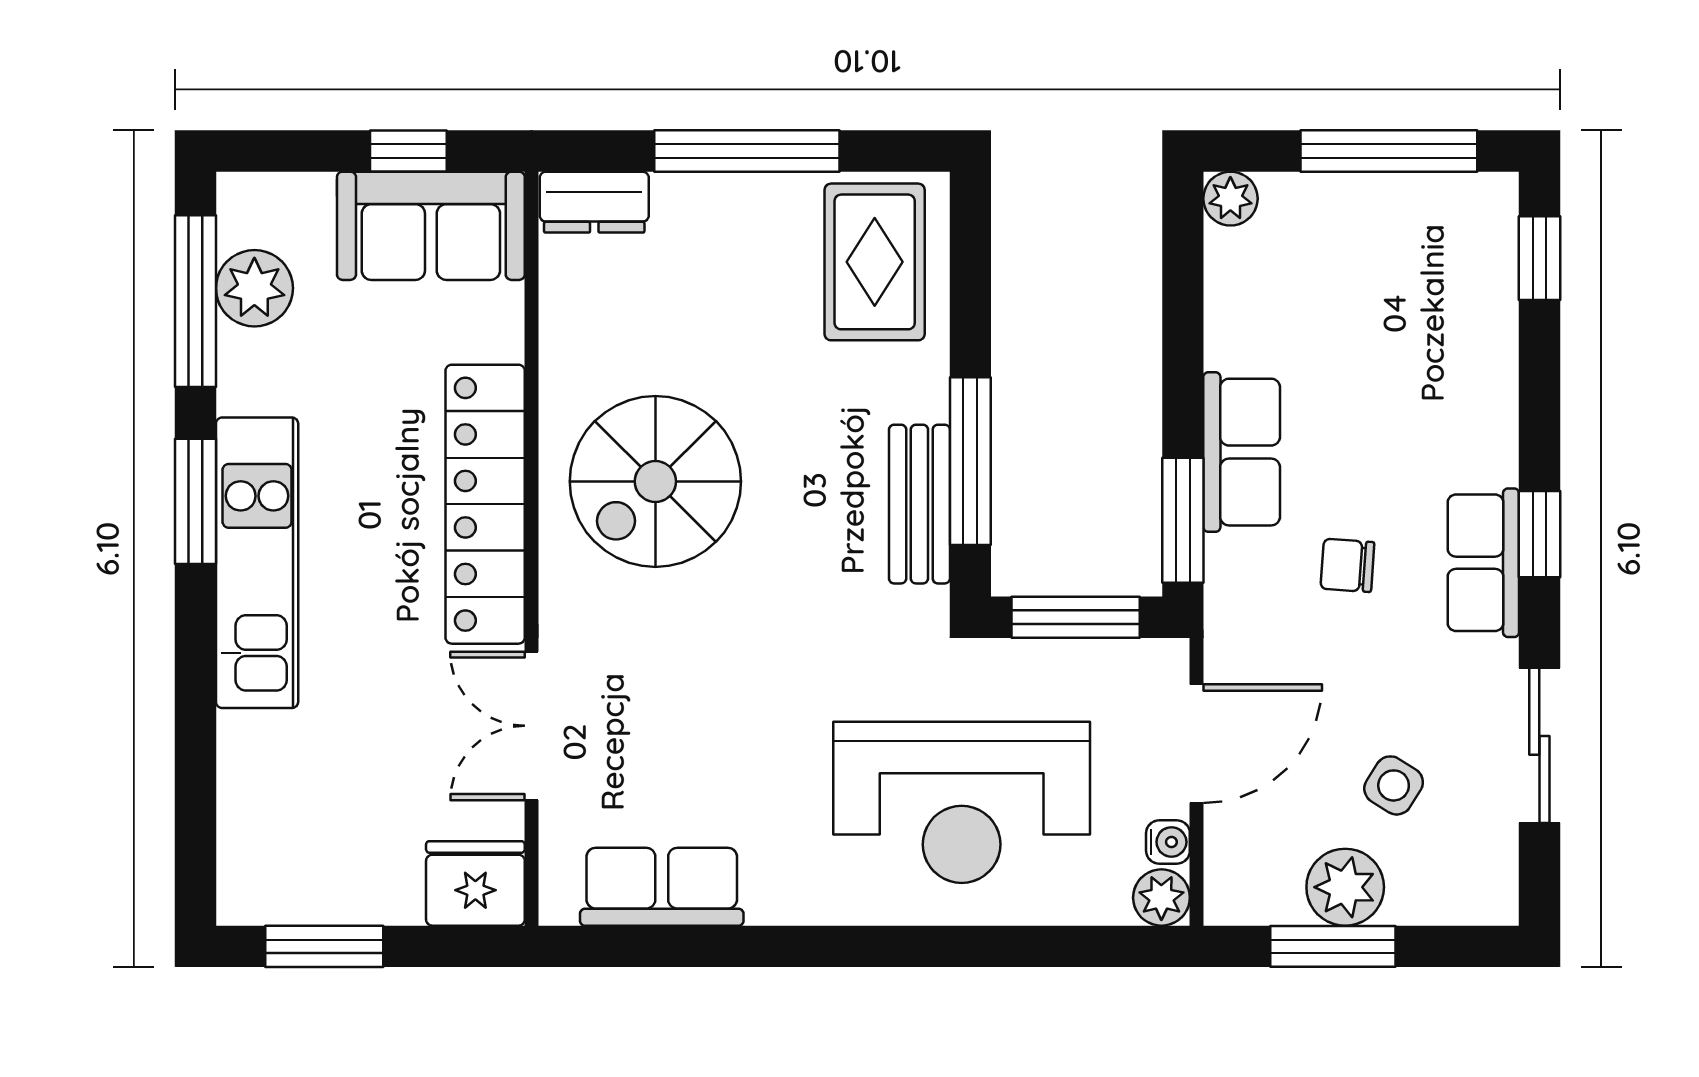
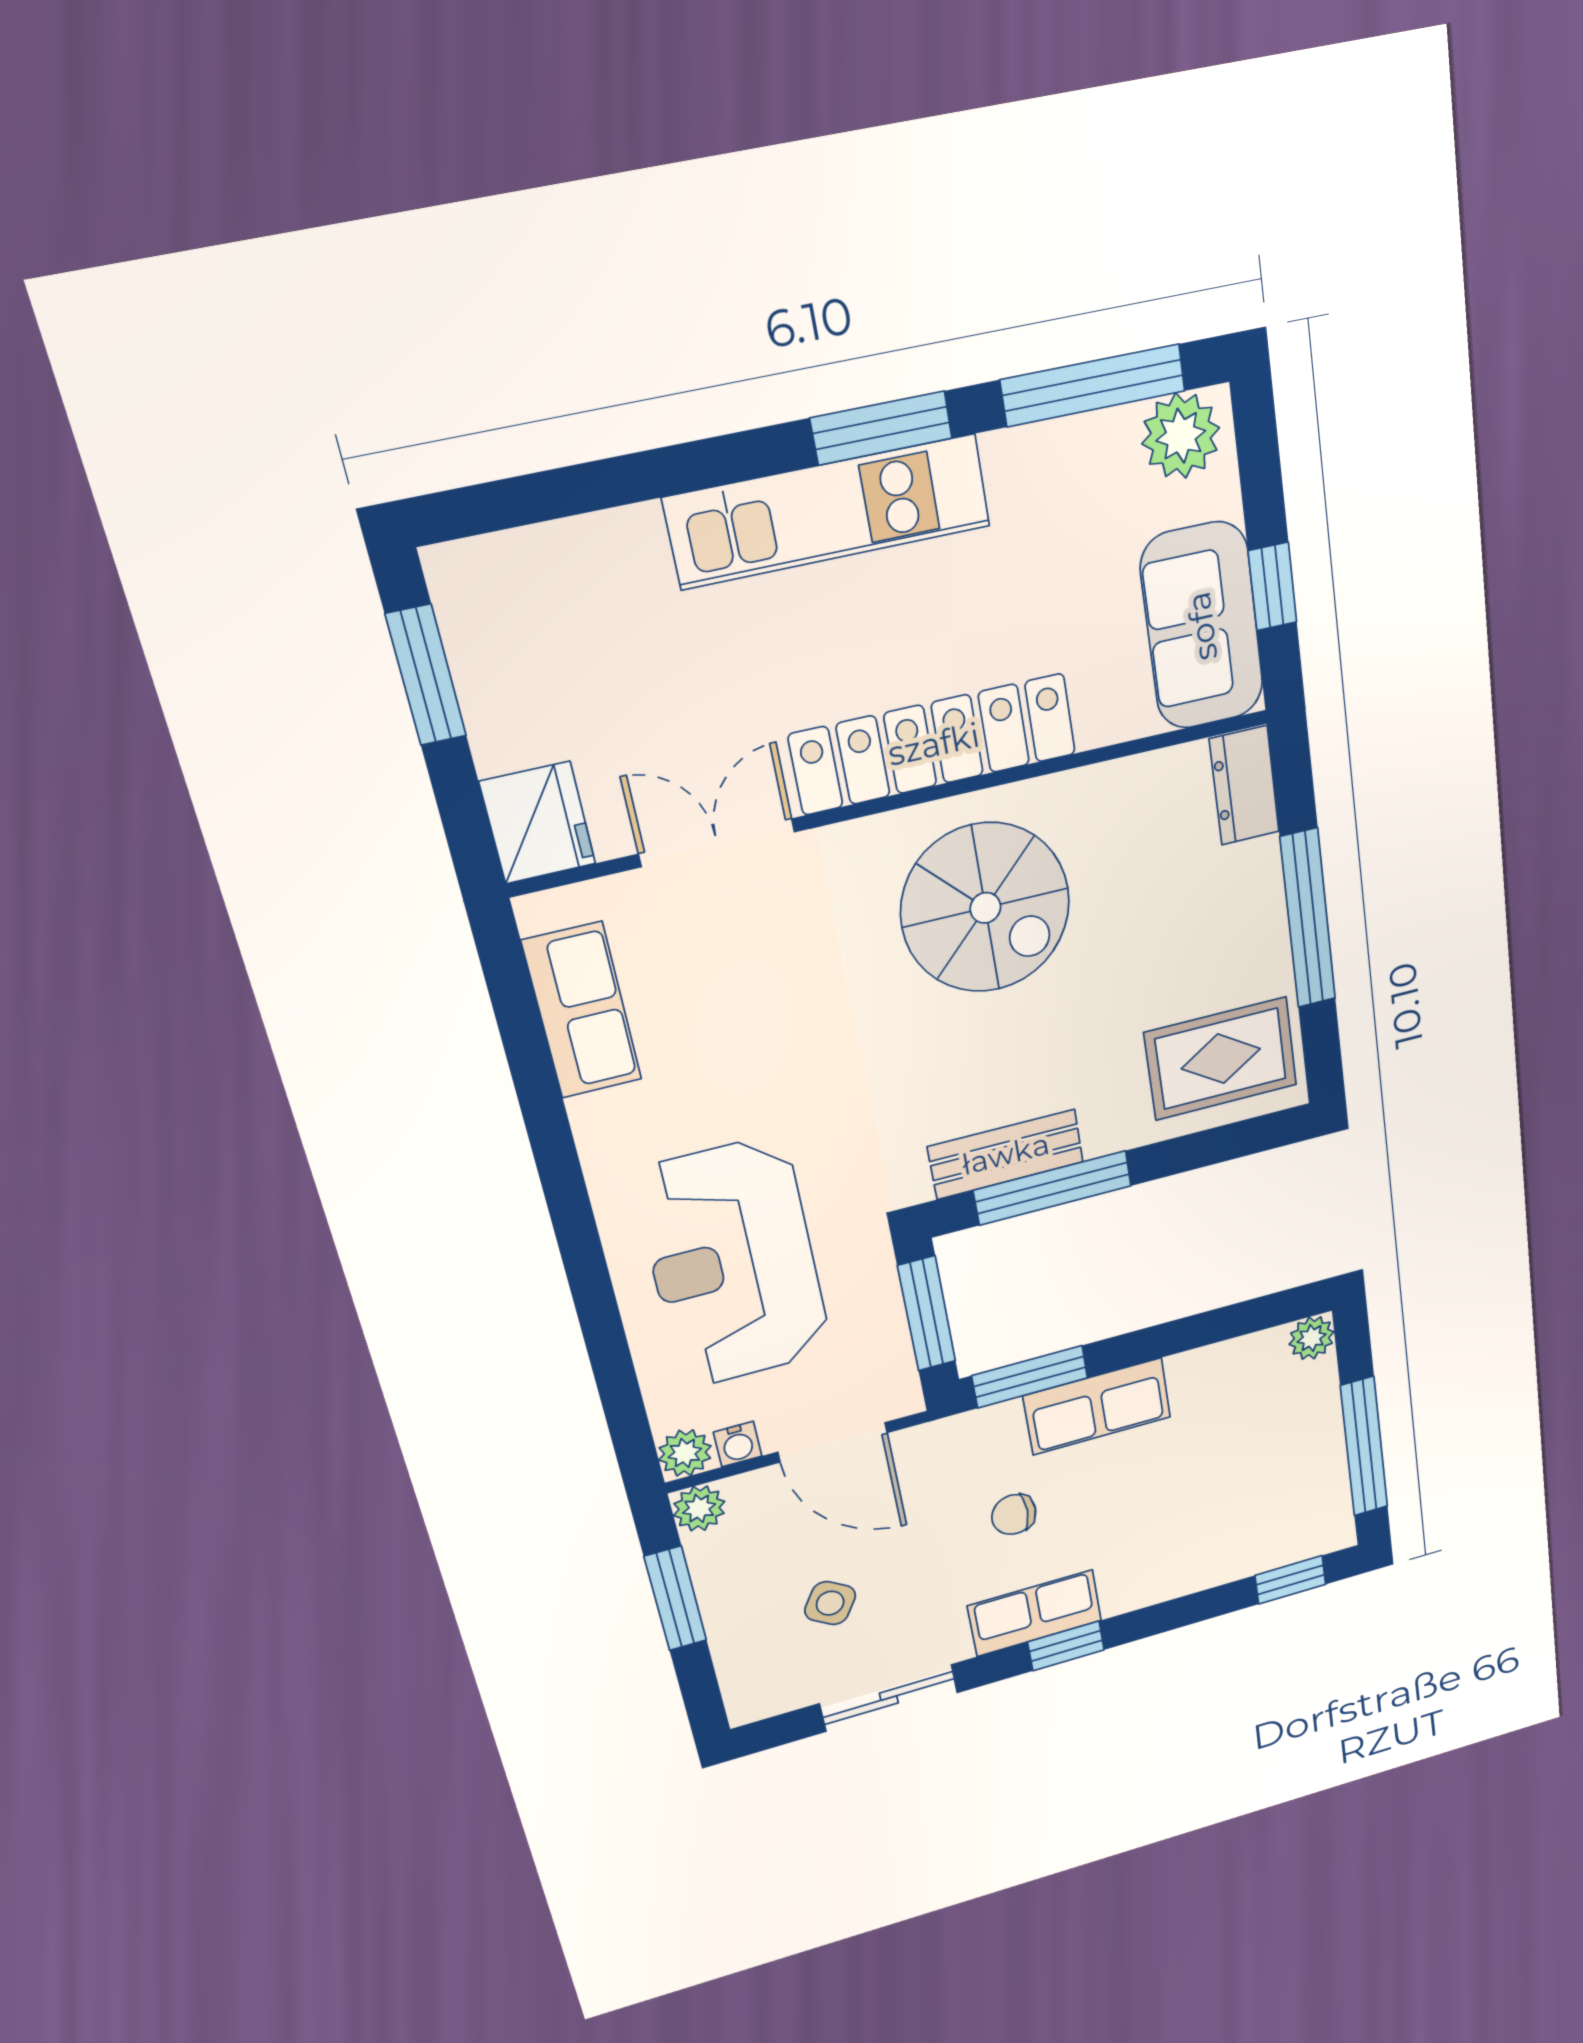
plant: (254, 288) -> (1181, 436), moved
spiral stairs: (655, 481) -> (985, 908), turned 180
chair: (1347, 565) -> (1014, 1514), turned -94
plant: (1345, 887) -> (699, 1508), moved, width x0.73, depth x0.73

